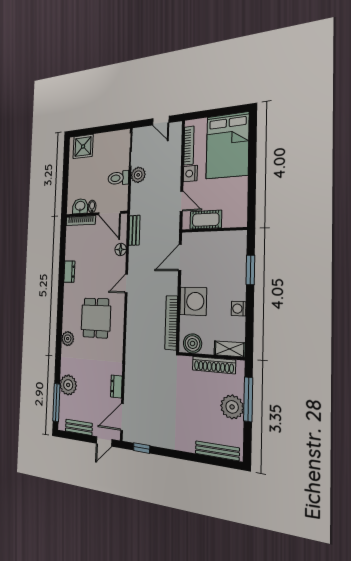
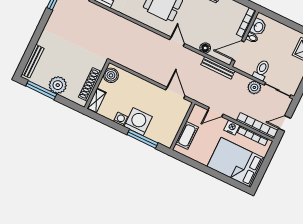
cot: (206, 220) -> (187, 135), moved
bench: (134, 230) -> (218, 68), width x1.36
window: (250, 270) -> (142, 139), width x1.44
washing machine: (193, 301) -> (138, 122), moved, turned 180
bookcase: (171, 323) -> (257, 126), moved
window: (248, 399) -> (41, 90), moved

